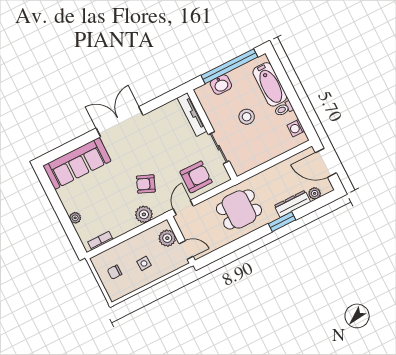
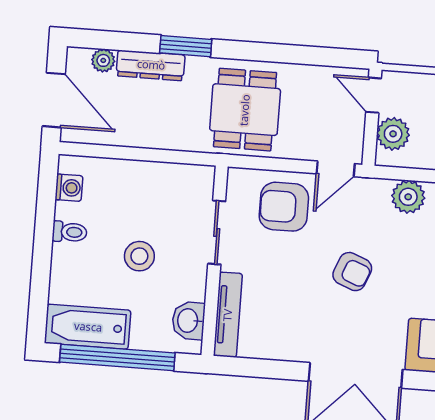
bathtub: (270, 84) -> (88, 327), moved, turned -90
washbasin: (221, 85) -> (188, 321), moved, turned -90
armchair: (146, 184) -> (352, 272), moved
dining table: (239, 209) -> (245, 110), turned 90

